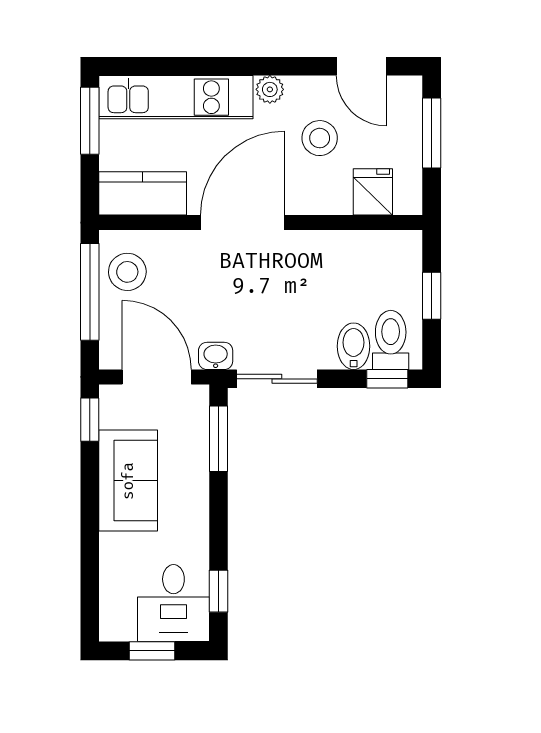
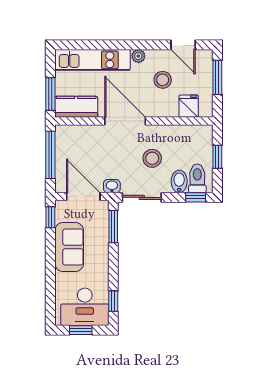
window: (90, 121) -> (50, 94), moved
door: (243, 223) -> (125, 121), hinge flipped
stool: (127, 272) -> (152, 158), moved
desk: (173, 603) -> (85, 307), width x1.37

